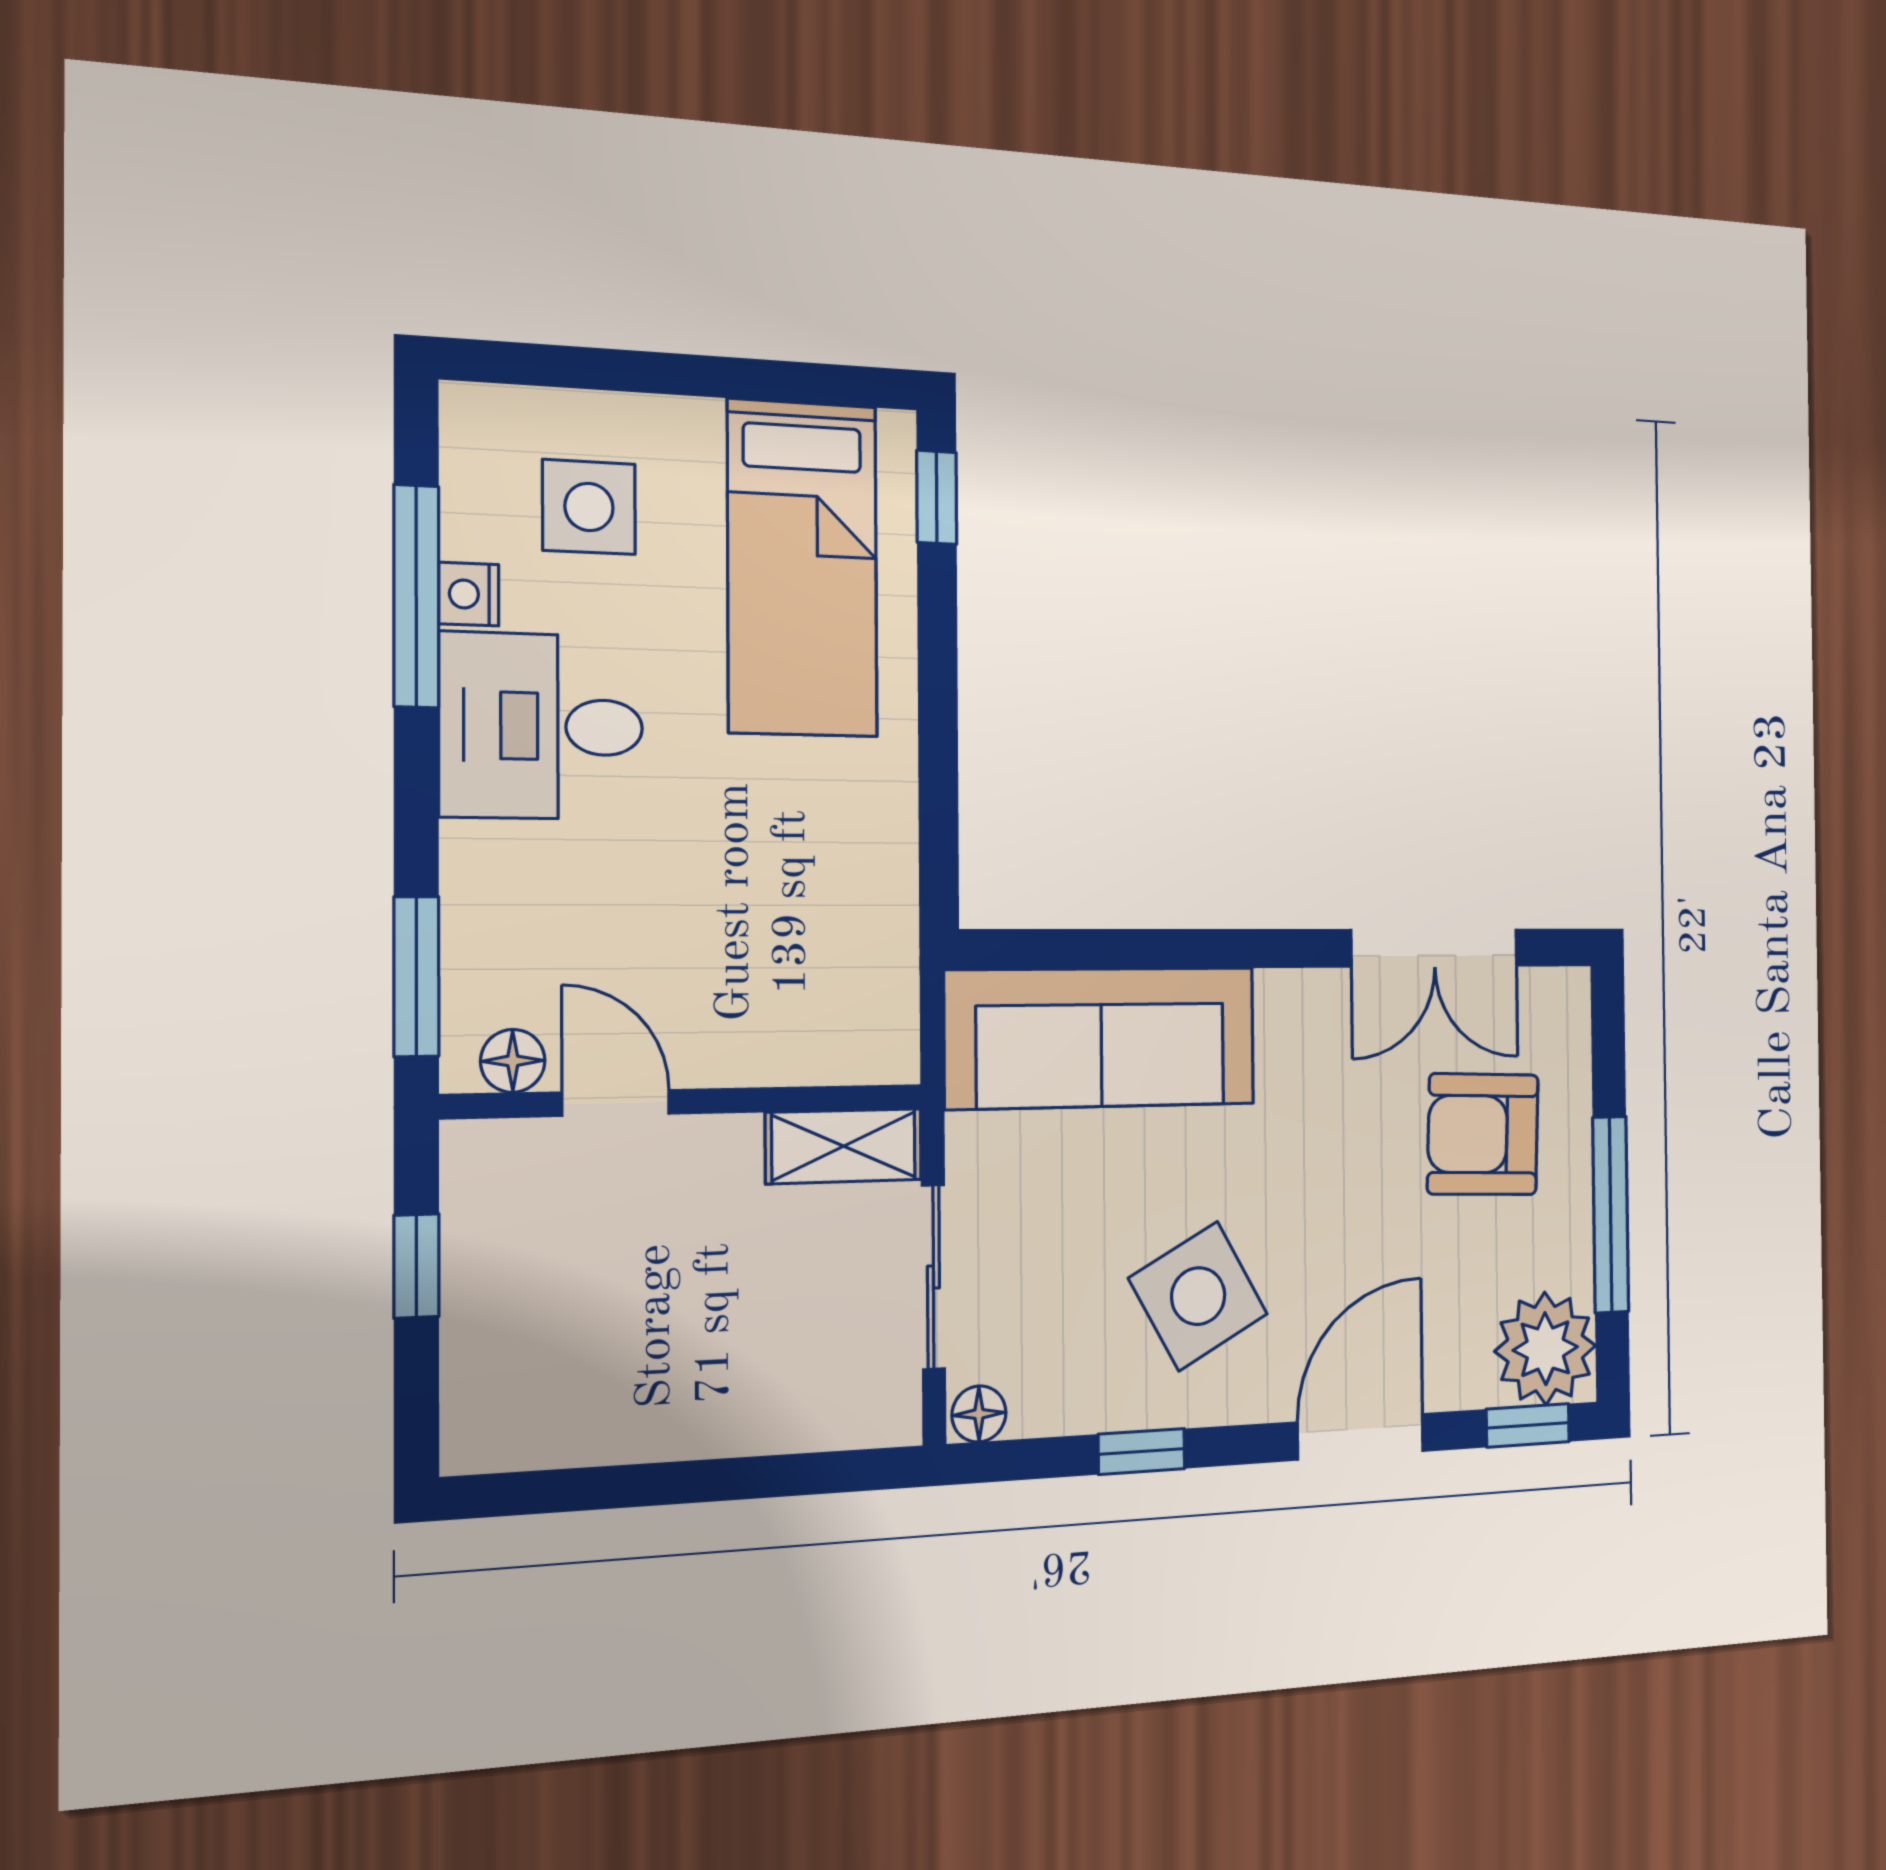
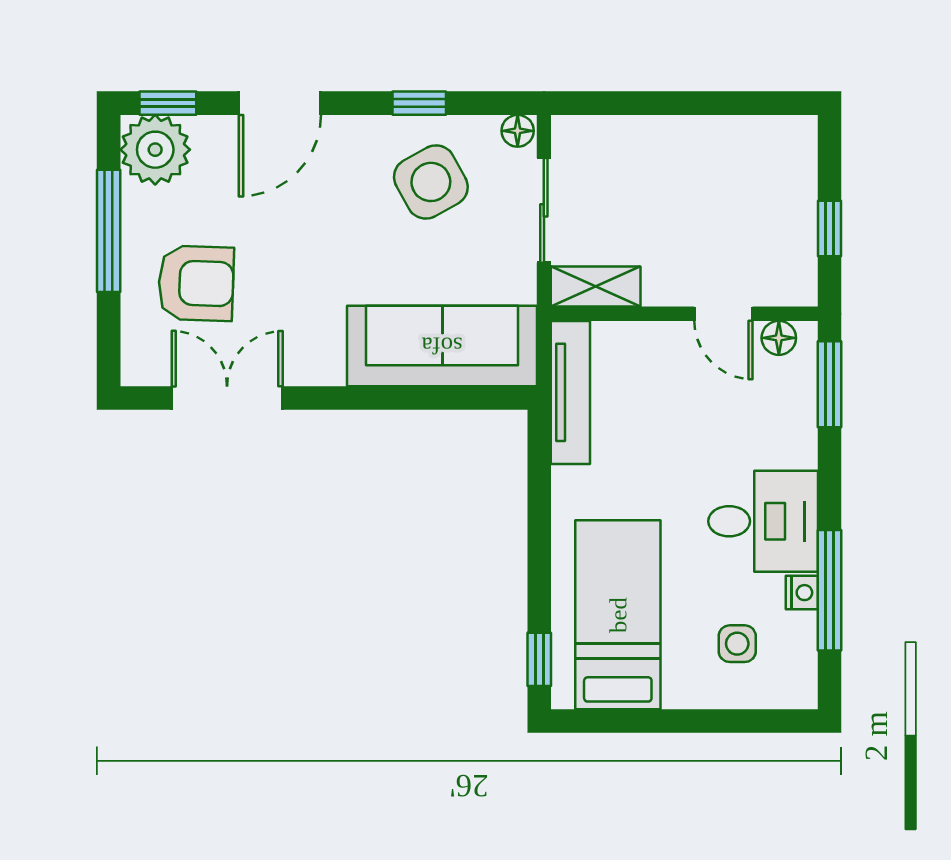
side table: (589, 507) -> (737, 644), width x0.73, depth x0.73
tv unit: (887, 959) -> (570, 392), added
side table: (1198, 1296) -> (431, 182), moved

